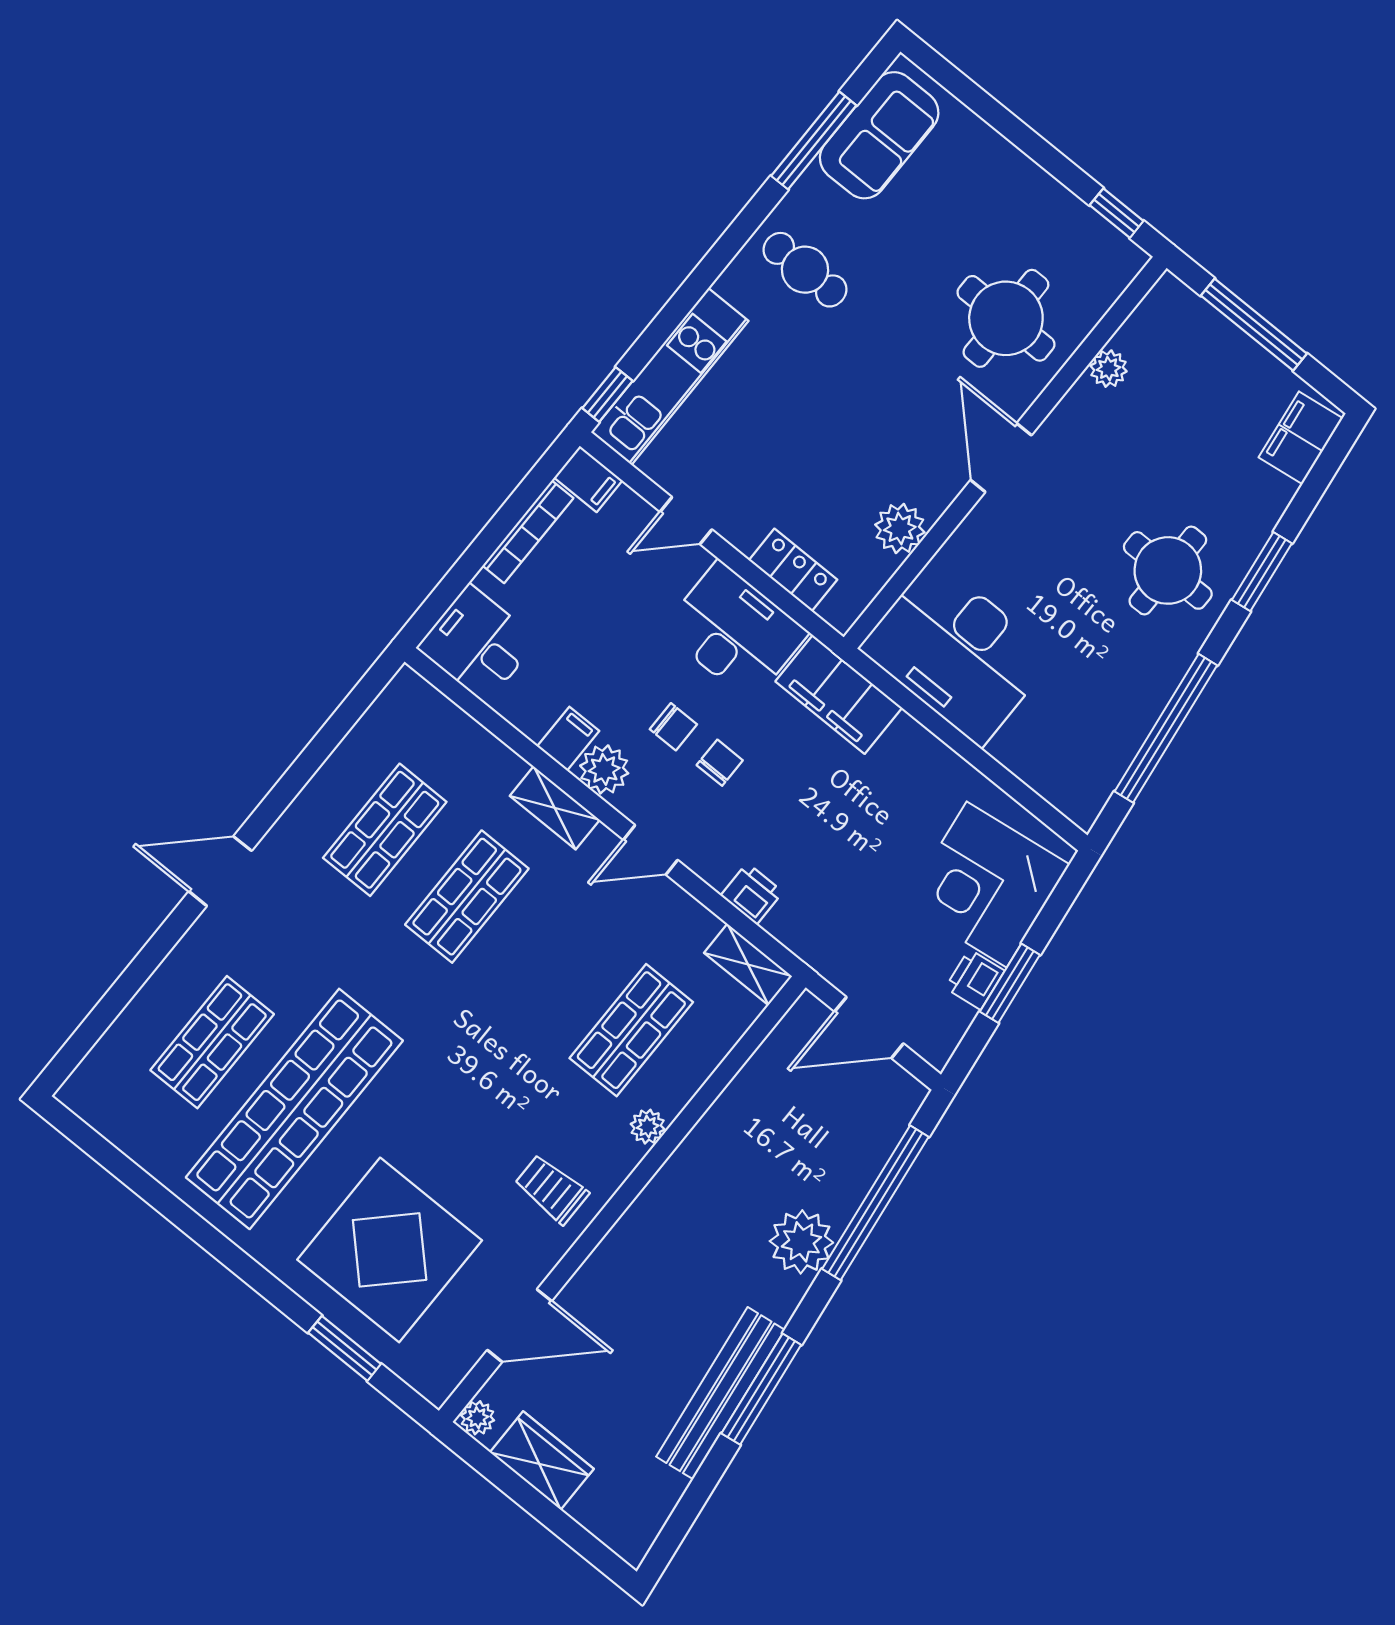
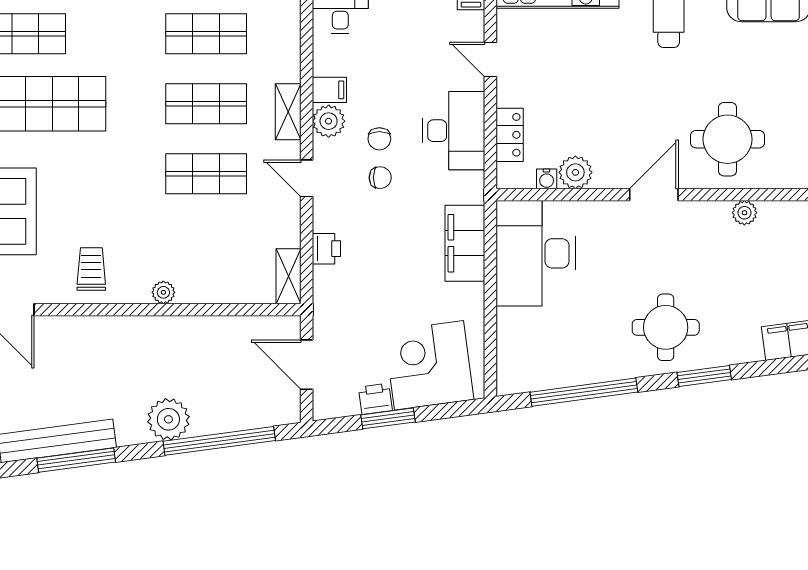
water cooler: (880, 569) -> (547, 179), added
filing cabinet: (839, 695) -> (465, 243), moved
shop shelf: (631, 1030) -> (206, 174), moved

